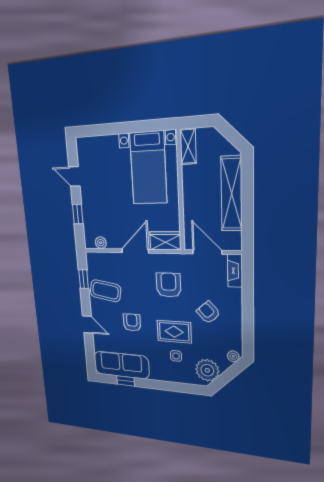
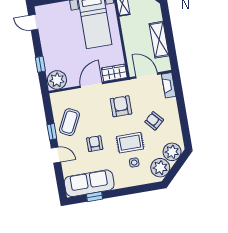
door: (74, 176) -> (33, 22), moved
shelving: (232, 194) -> (159, 40), width x0.68
plant: (101, 243) -> (57, 80), width x1.88, depth x1.88
window: (84, 279) -> (52, 132), moved
coffee table: (105, 291) -> (69, 122), turned -73
plant: (233, 356) -> (172, 152), width x1.87, depth x1.87

